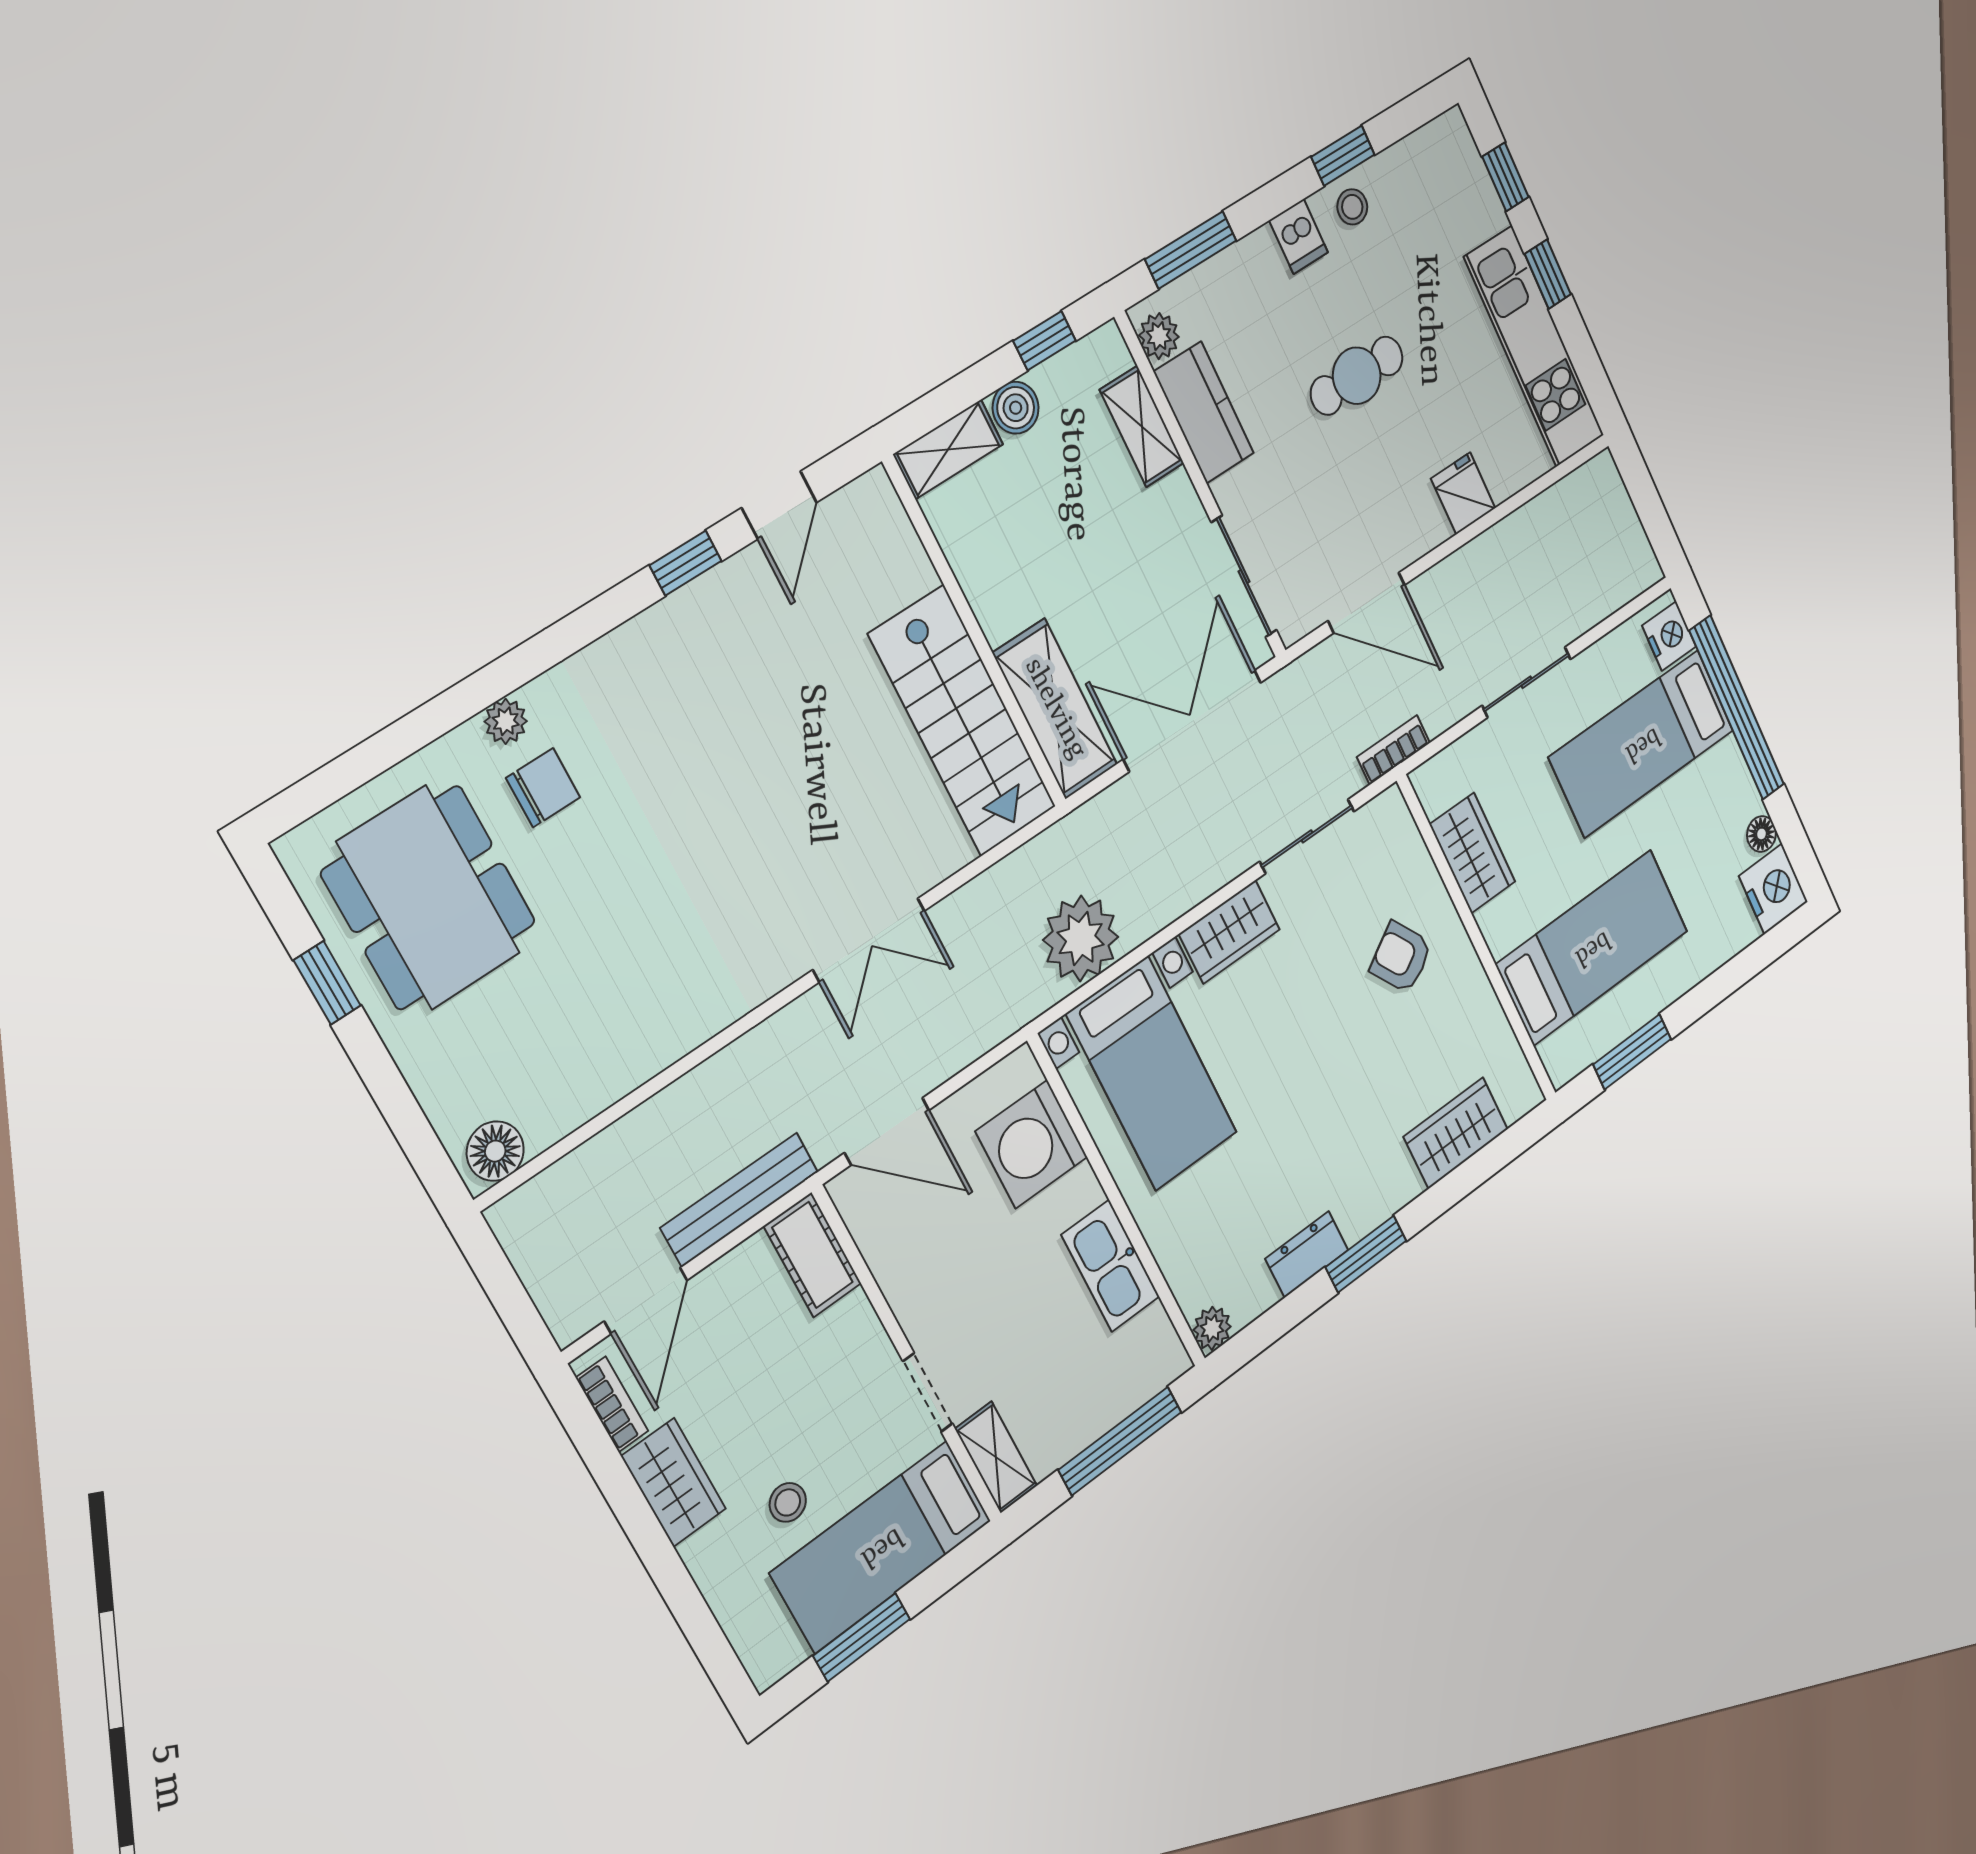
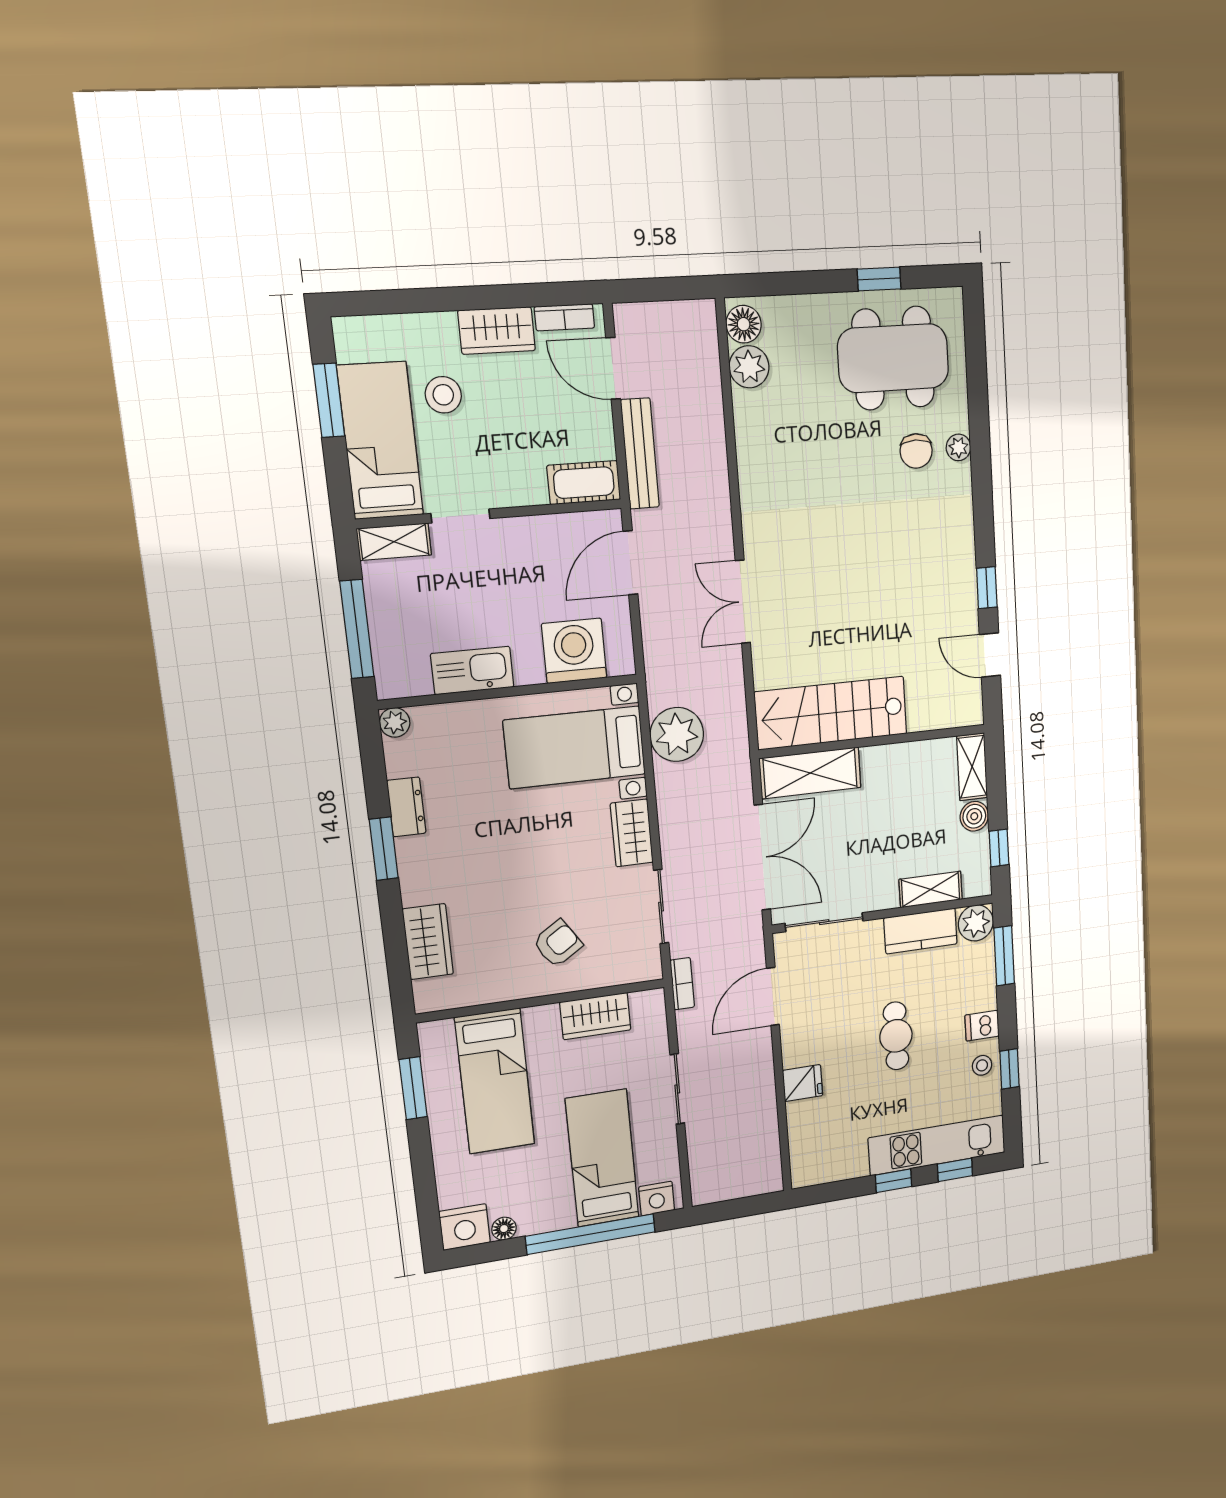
plant: (1159, 336) -> (976, 923), width x1.38, depth x1.38
kitchen unit: (1534, 347) -> (937, 1145), moved
plant: (549, 1110) -> (749, 367), added
stool: (788, 1502) -> (443, 395), width x1.37, depth x1.37

